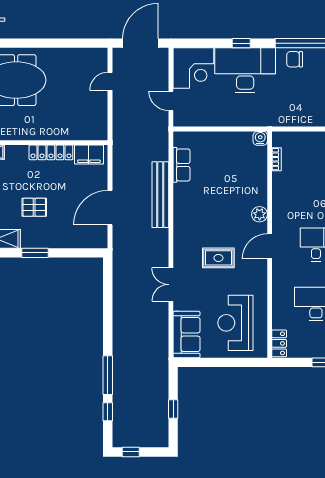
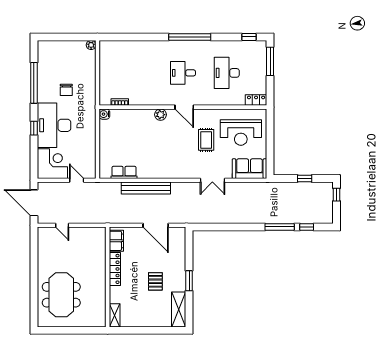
chair: (295, 59) -> (66, 90), moved
door: (171, 101) -> (77, 180), swing flipped
rug: (218, 258) -> (206, 140), moved
window: (131, 452) -> (336, 195), moved

